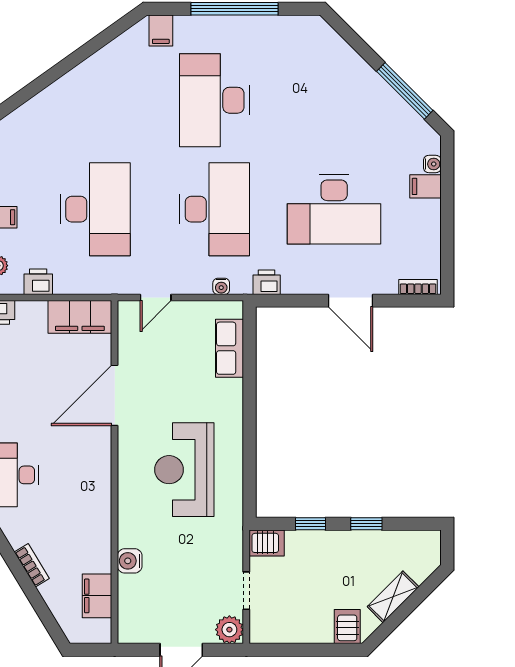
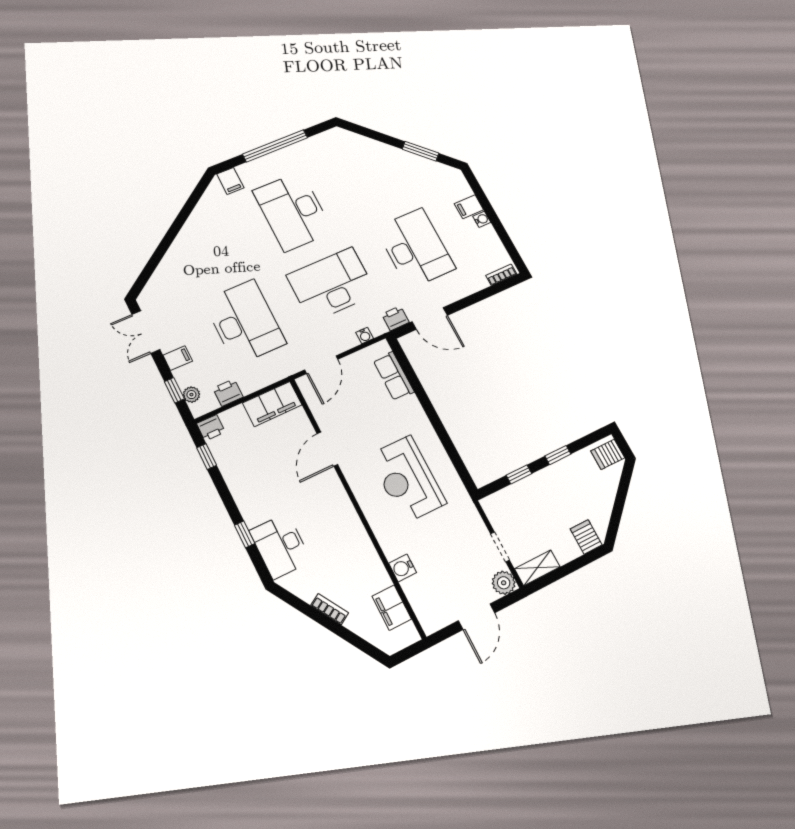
window: (405, 91) -> (421, 151), width x0.69
water cooler: (432, 164) -> (482, 219), moved
desk: (215, 209) -> (332, 284), turned -90
desk: (334, 209) -> (415, 248), turned -90
door: (156, 297) -> (321, 365), width x1.38
door: (351, 301) -> (430, 318), moved
door: (115, 395) -> (327, 449), width x0.73
server rack: (267, 543) -> (608, 454), moved, turned 180
shelving: (393, 597) -> (537, 568), moved, turned 45

